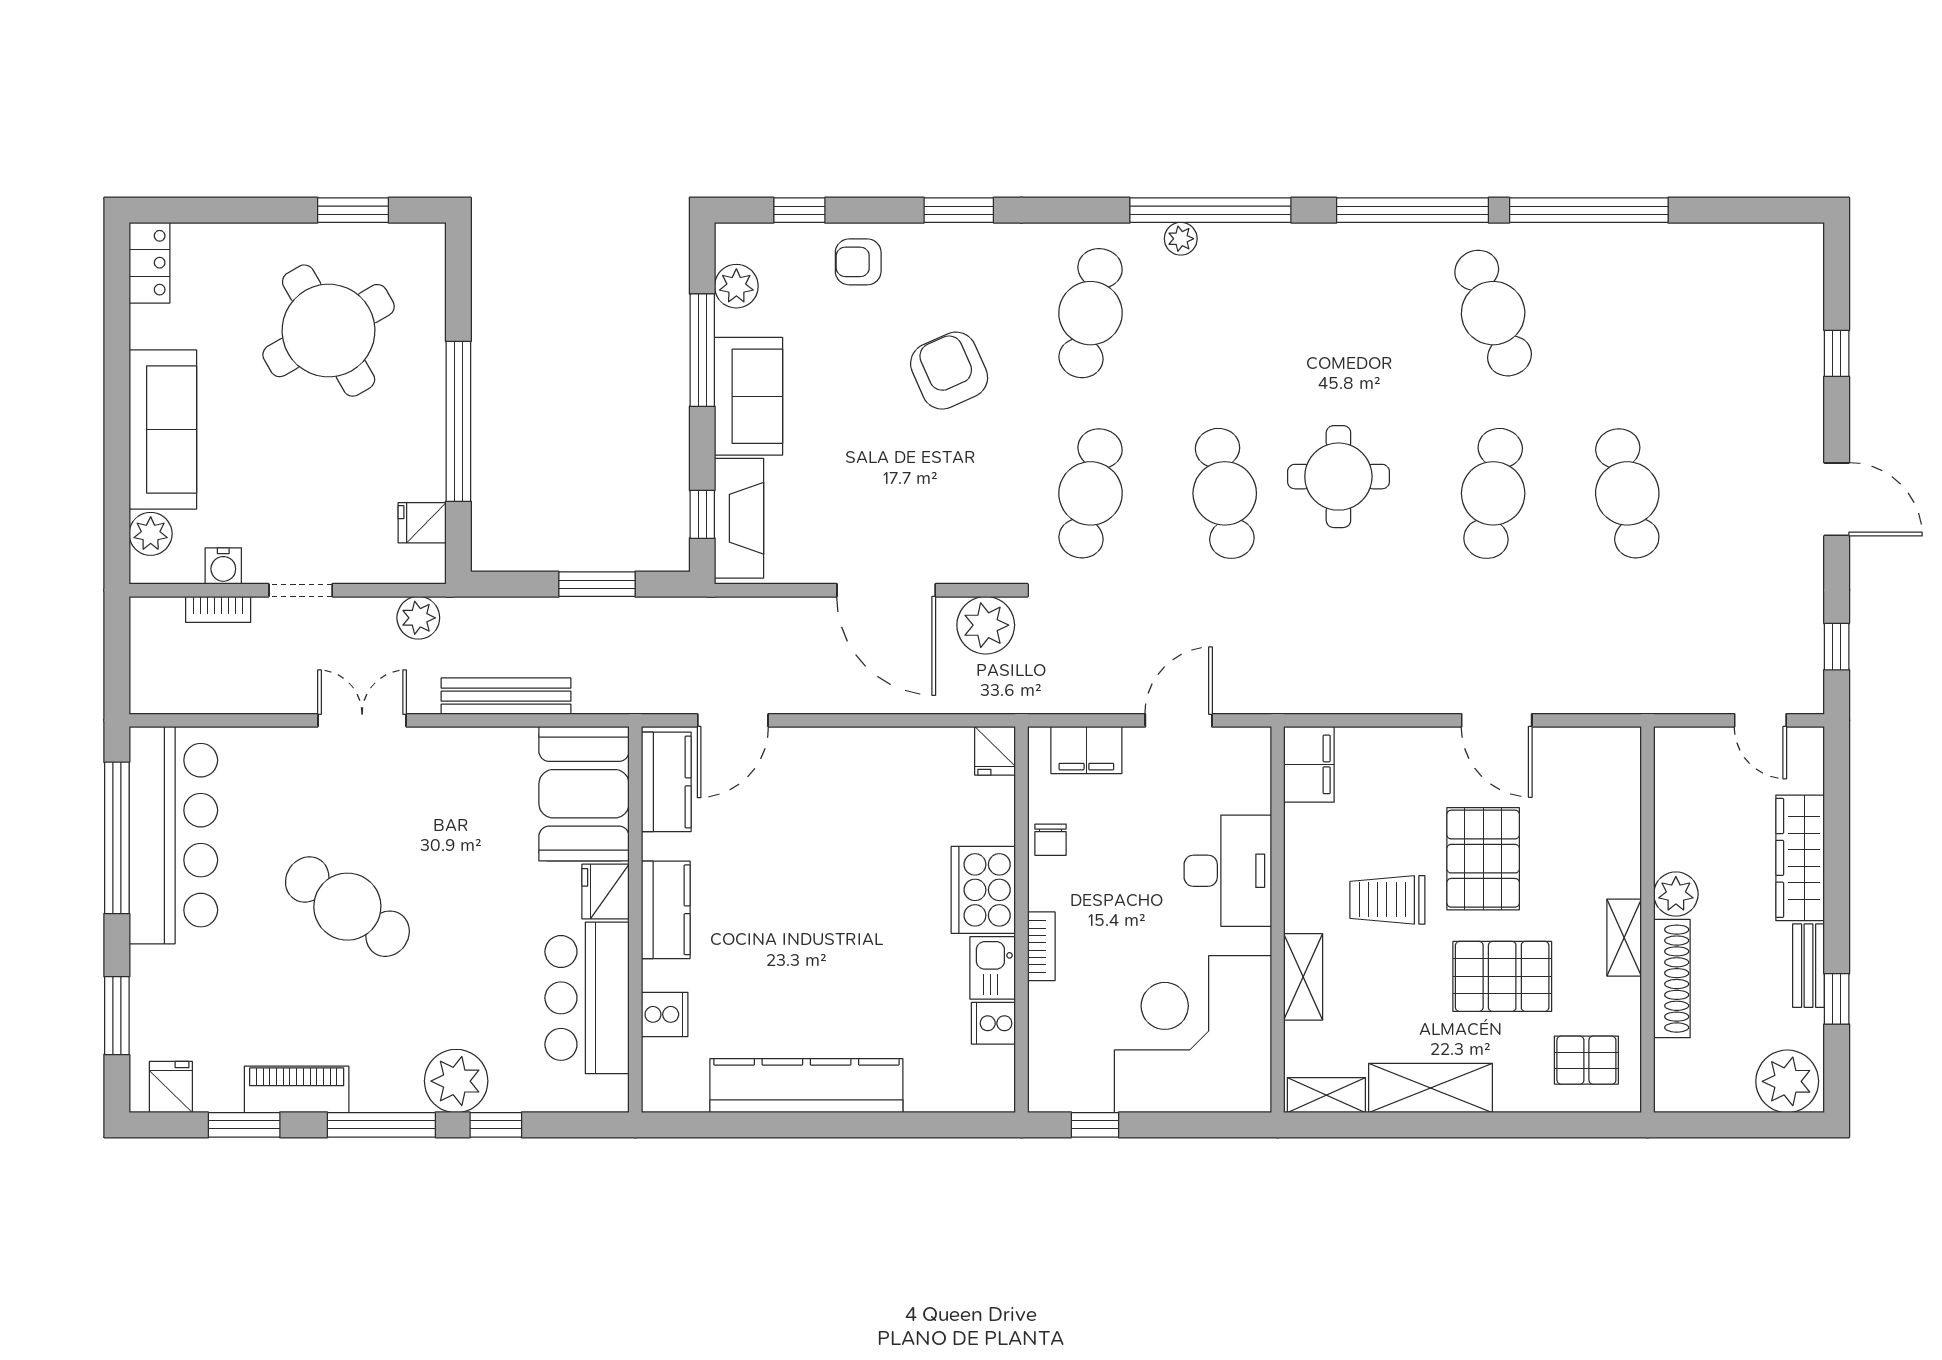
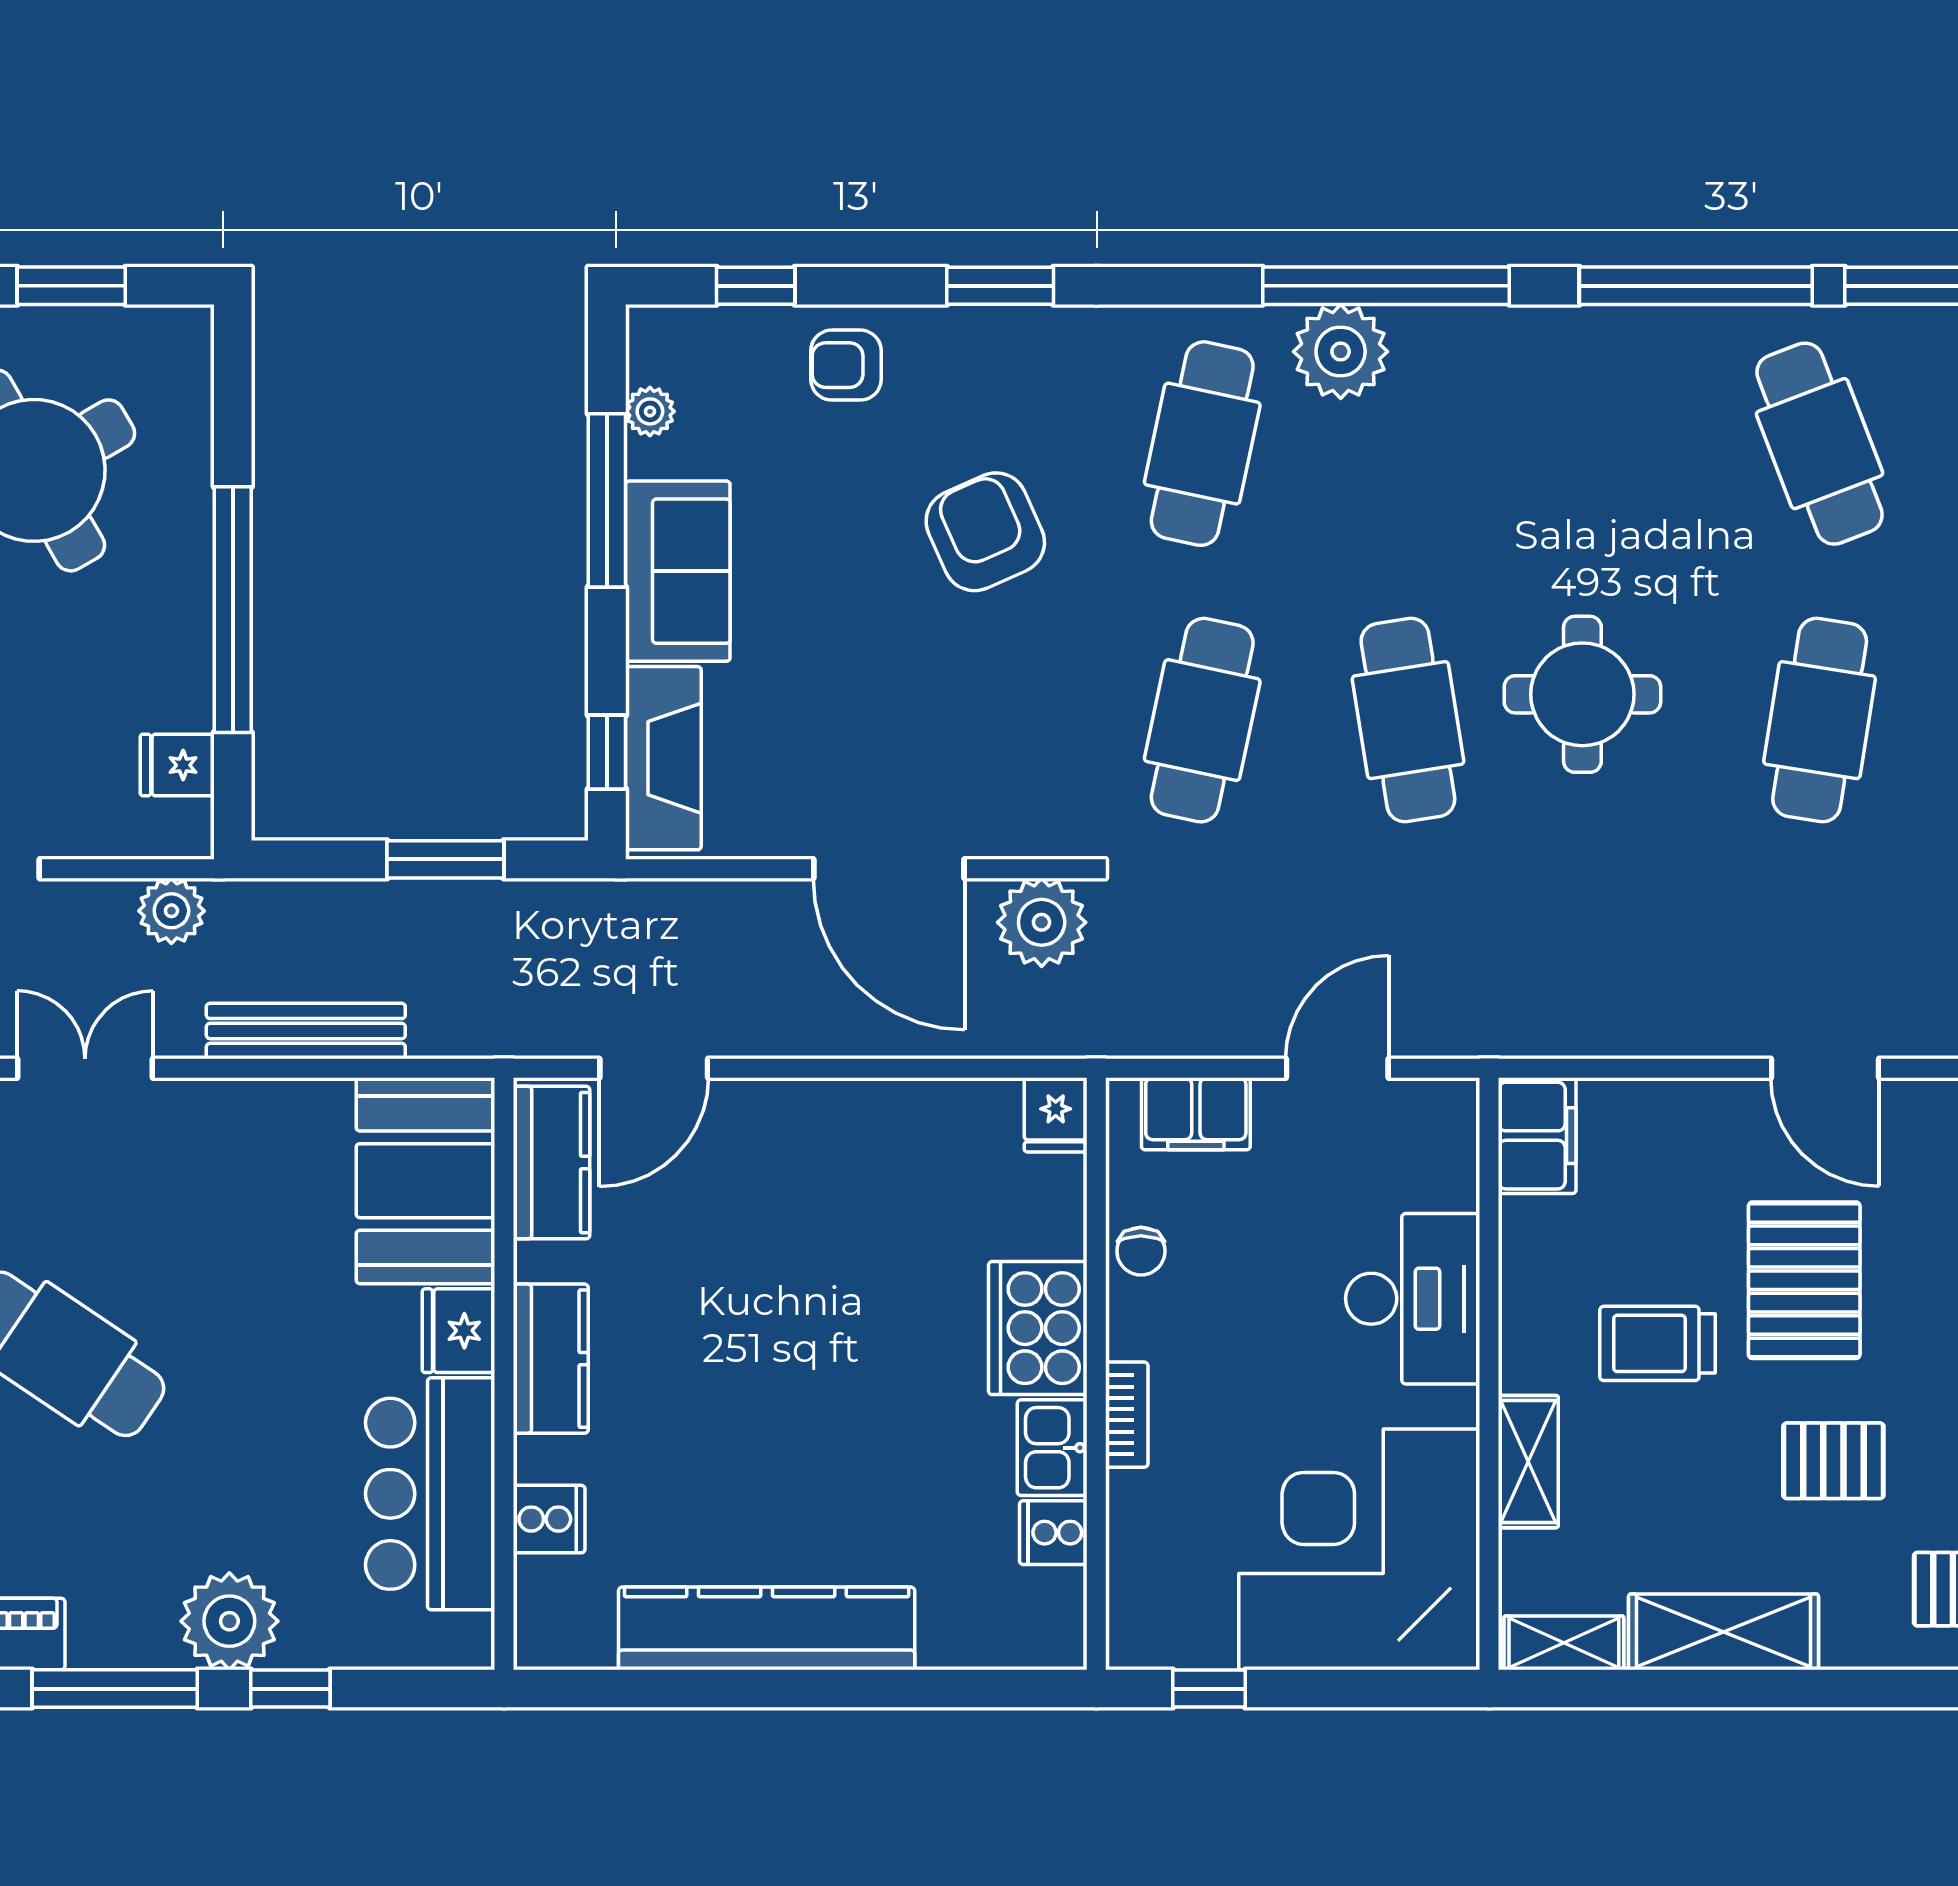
plant: (1181, 239) -> (1341, 352), width x1.88, depth x1.88
plant: (736, 286) -> (650, 411), width x0.73, depth x0.73
pallet: (1502, 976) -> (1833, 1461), width x0.67, depth x0.71

